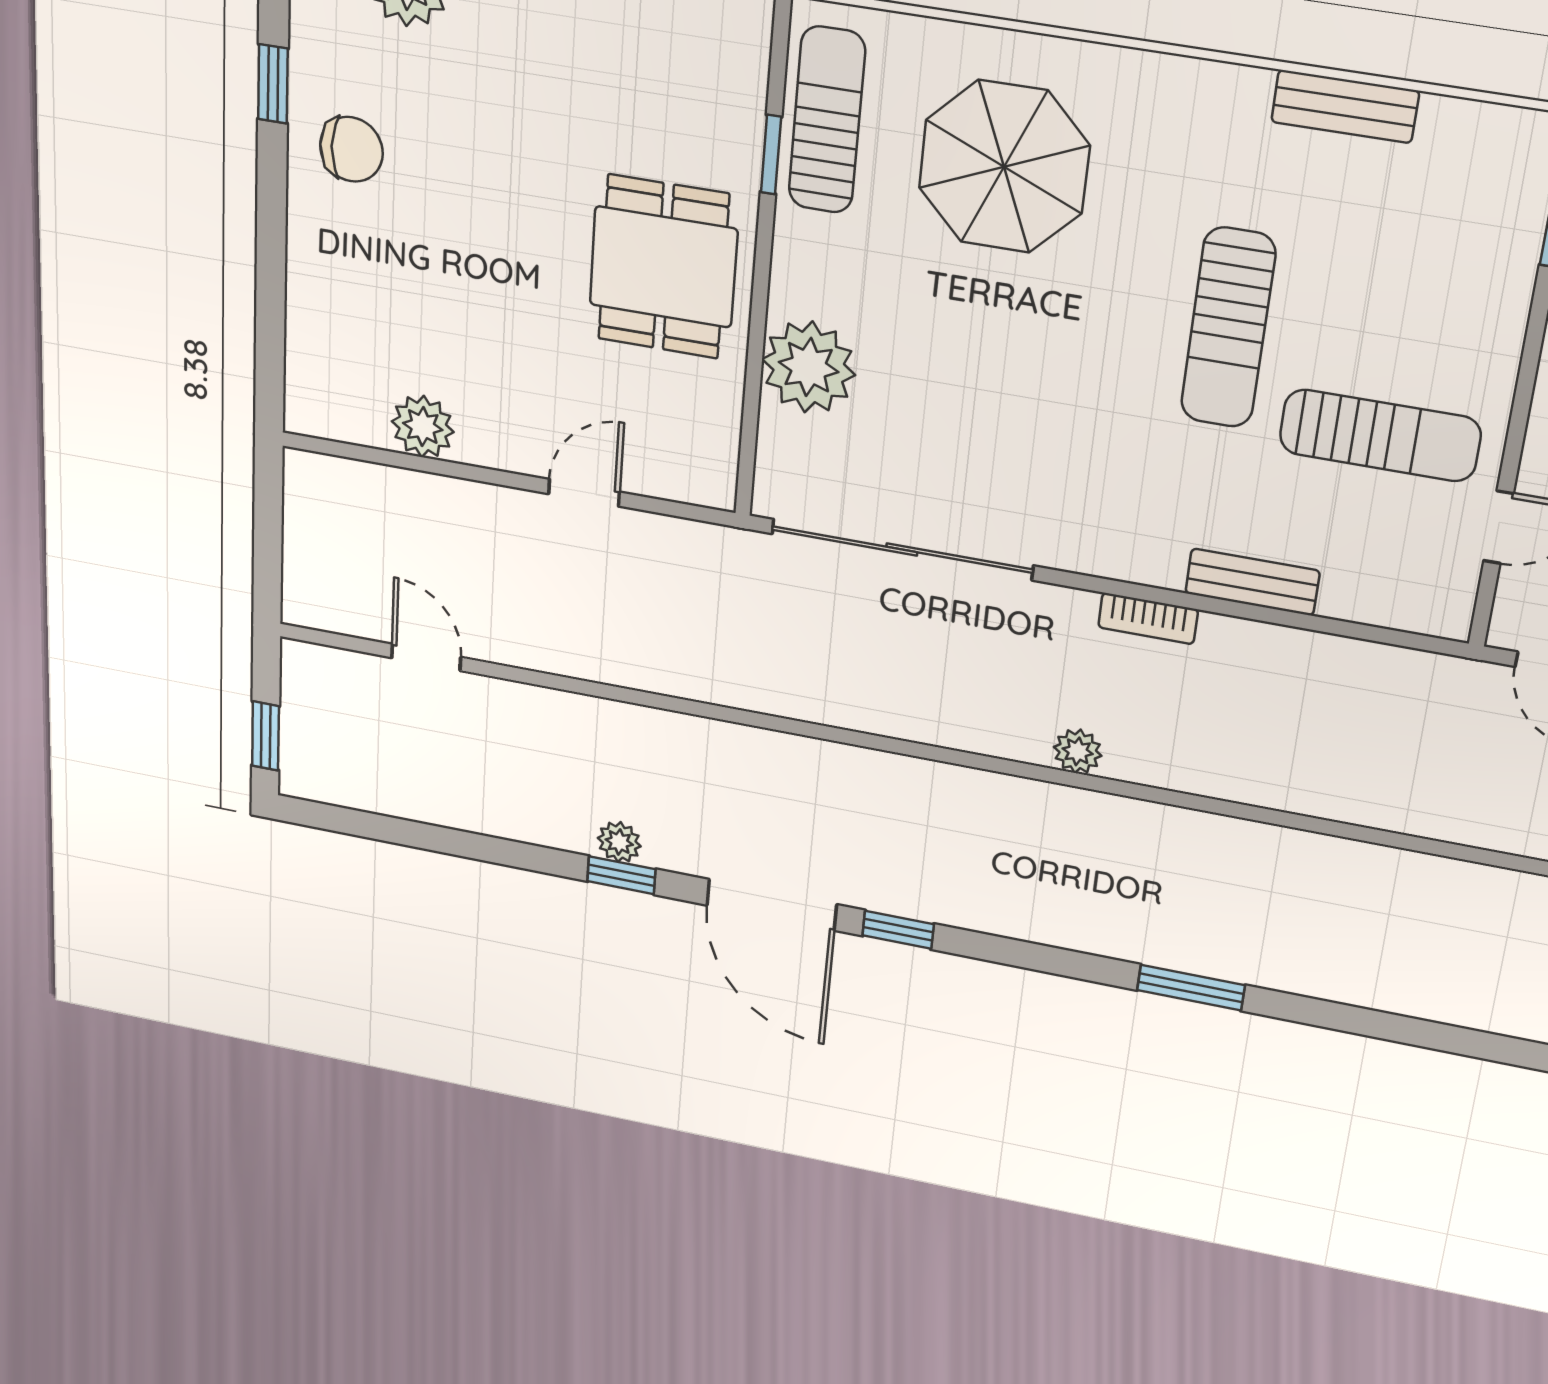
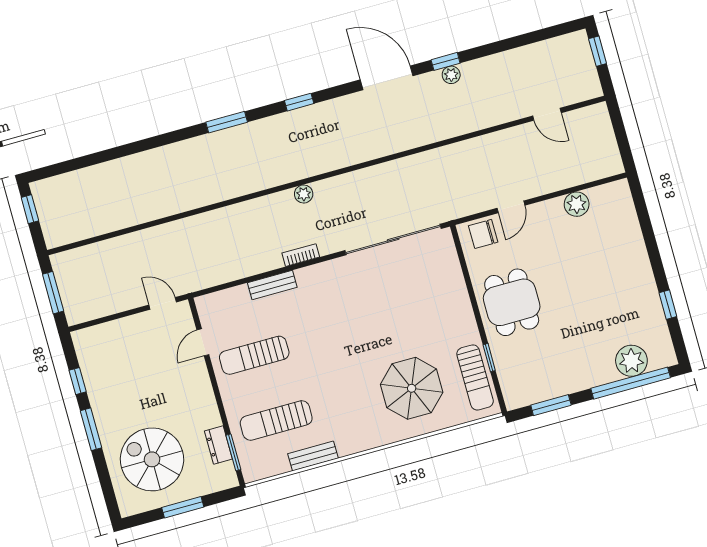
chair: (351, 149) -> (483, 234), moved
sun lounger: (1228, 328) -> (276, 420), moved, turned -90
plant: (809, 367) -> (450, 290), removed
window: (898, 930) -> (299, 102), moved

